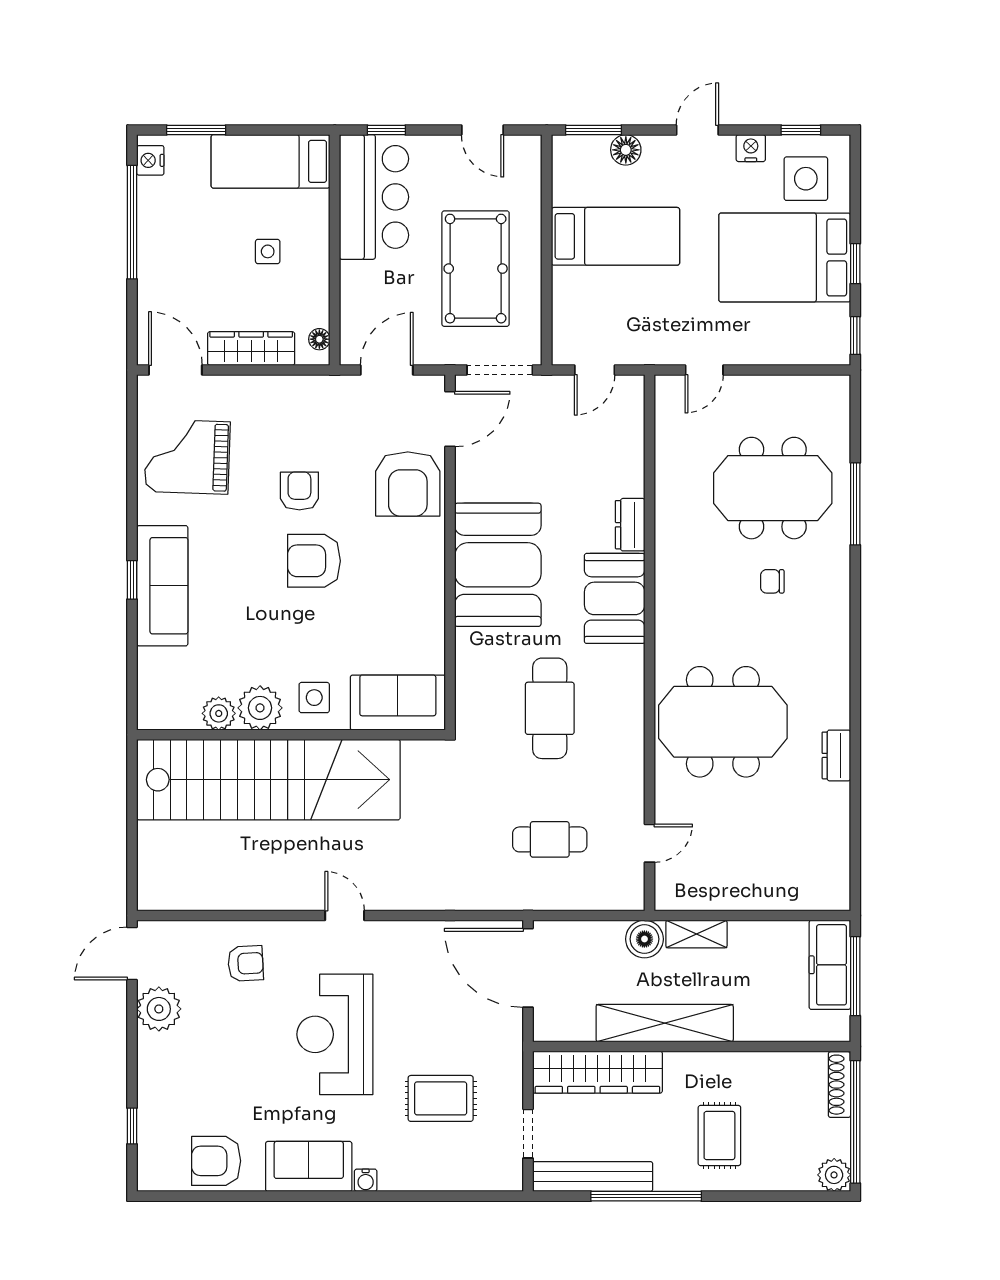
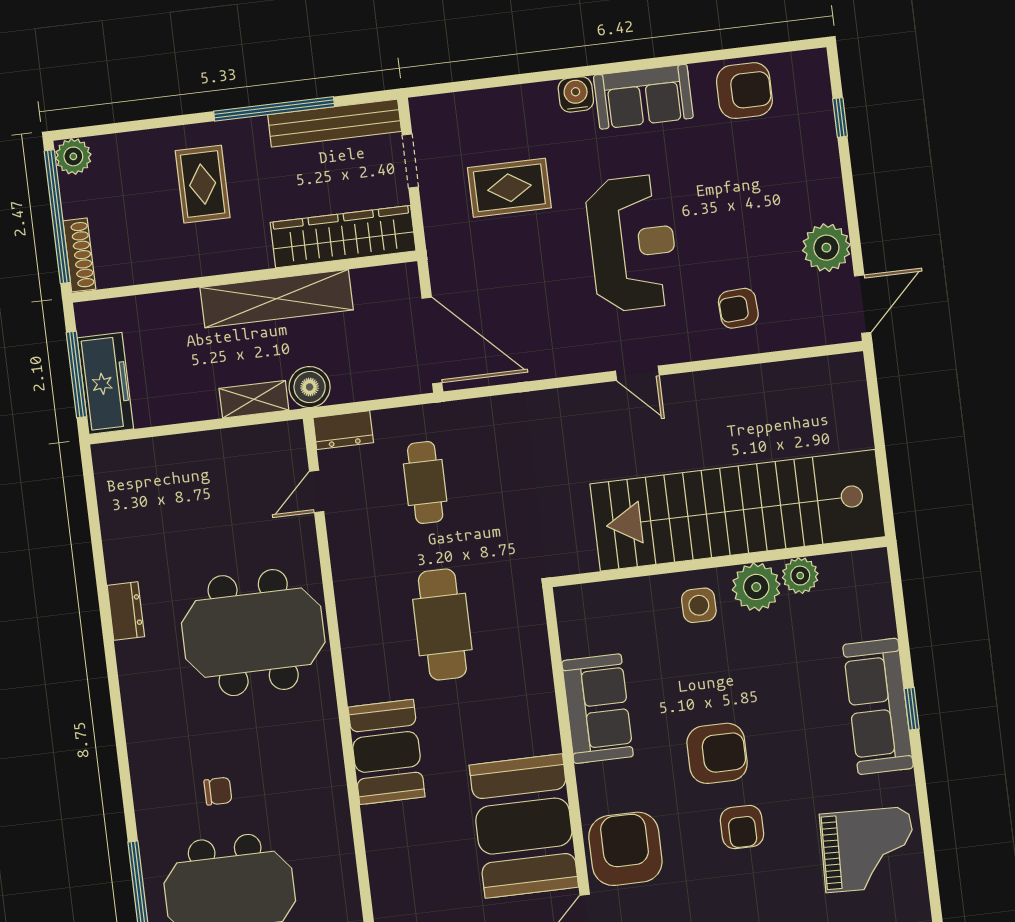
dresser: (630, 525) -> (343, 430), moved, turned 90
booth: (498, 565) -> (524, 826), moved
sofa: (398, 703) -> (598, 709), moved, turned -90
cafe table: (550, 839) -> (425, 482), turned 90
water cooler: (366, 1180) -> (576, 94), width x1.38, depth x1.38

